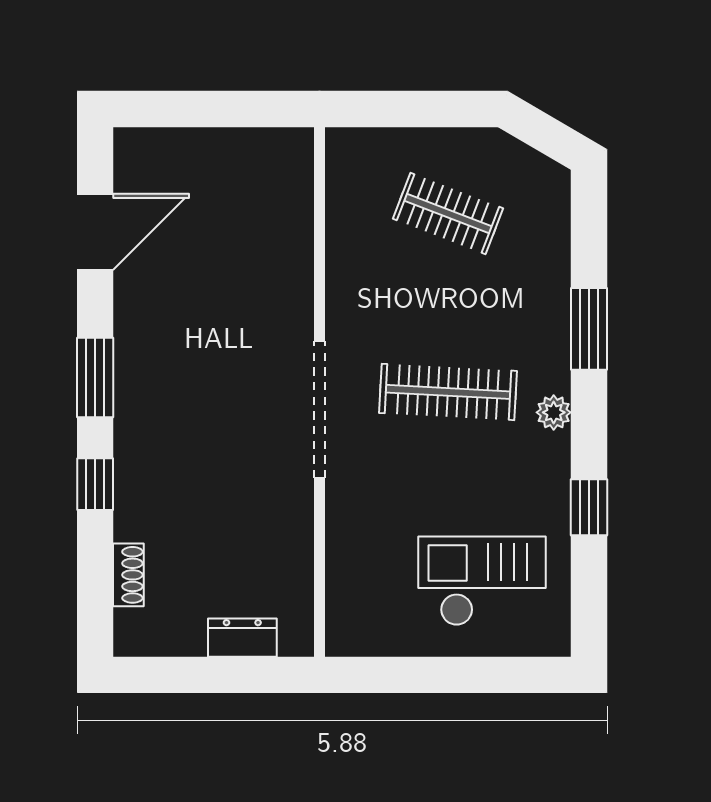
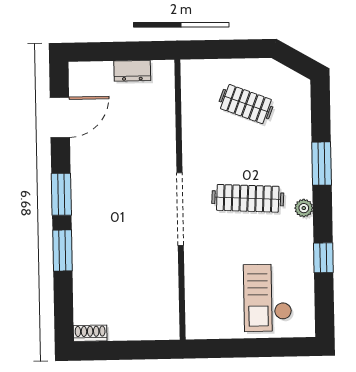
window: (95, 484) -> (62, 251), width x1.50
shoe rack: (128, 575) -> (90, 333), moved, turned -90
checkout: (482, 581) -> (268, 298), turned -90
dresser: (242, 638) -> (132, 71), moved, turned 180

